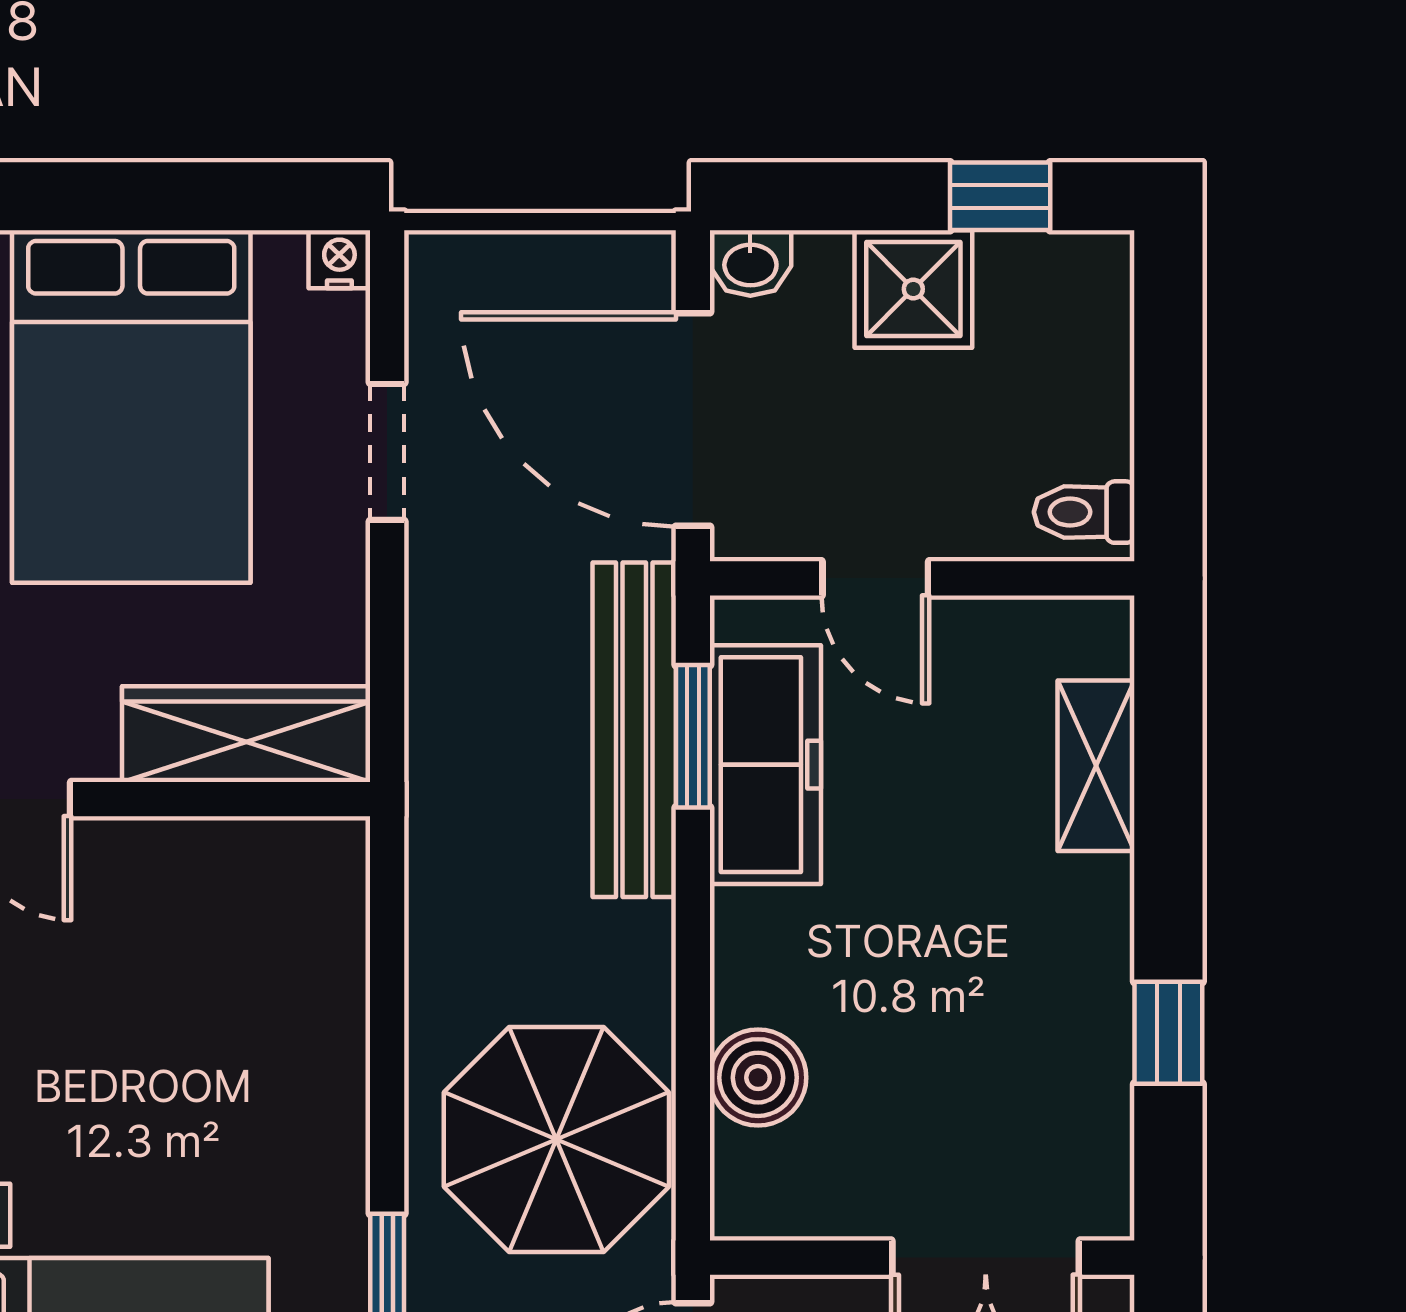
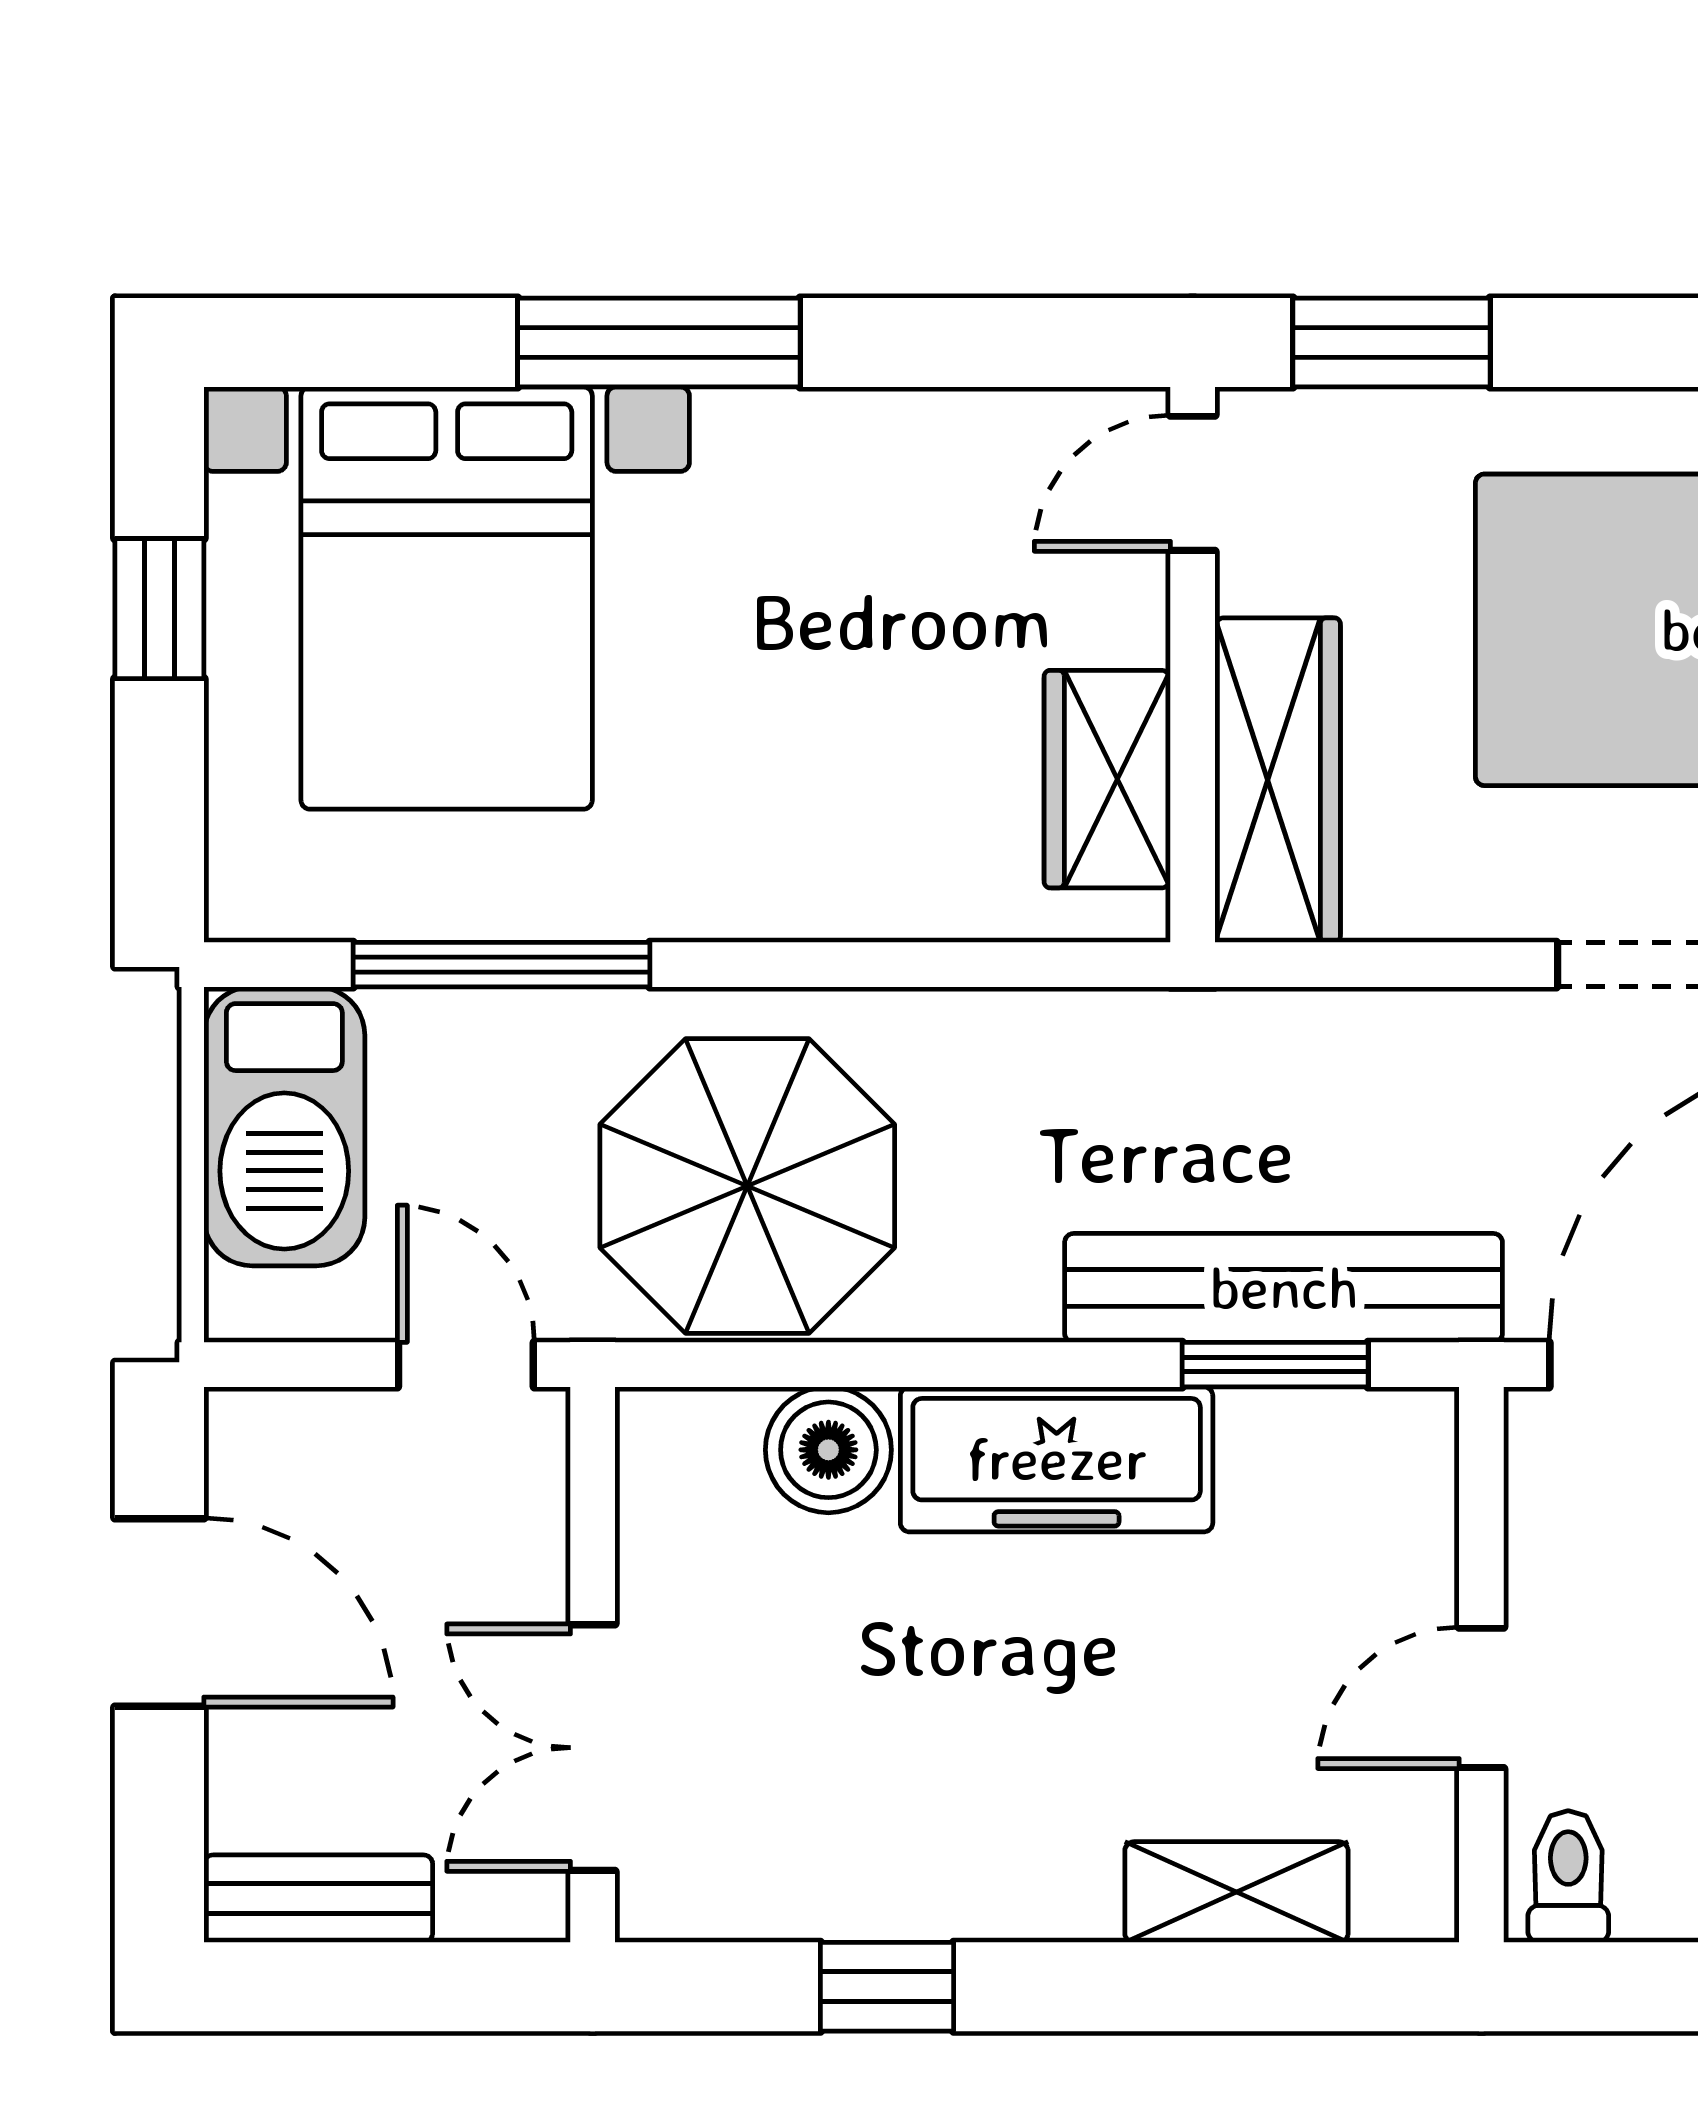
door: (875, 578) -> (1481, 1698), moved
freezer: (765, 765) -> (1057, 1459), moved
wardrobe: (245, 864) -> (1107, 779), added

